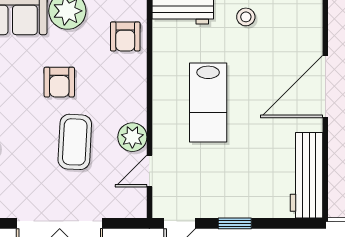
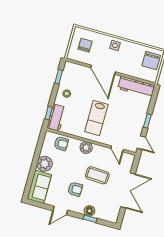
armchair: (59, 82) -> (75, 189), moved
lab bench: (208, 103) -> (96, 118), turned 90
plant: (132, 137) -> (86, 148), moved

